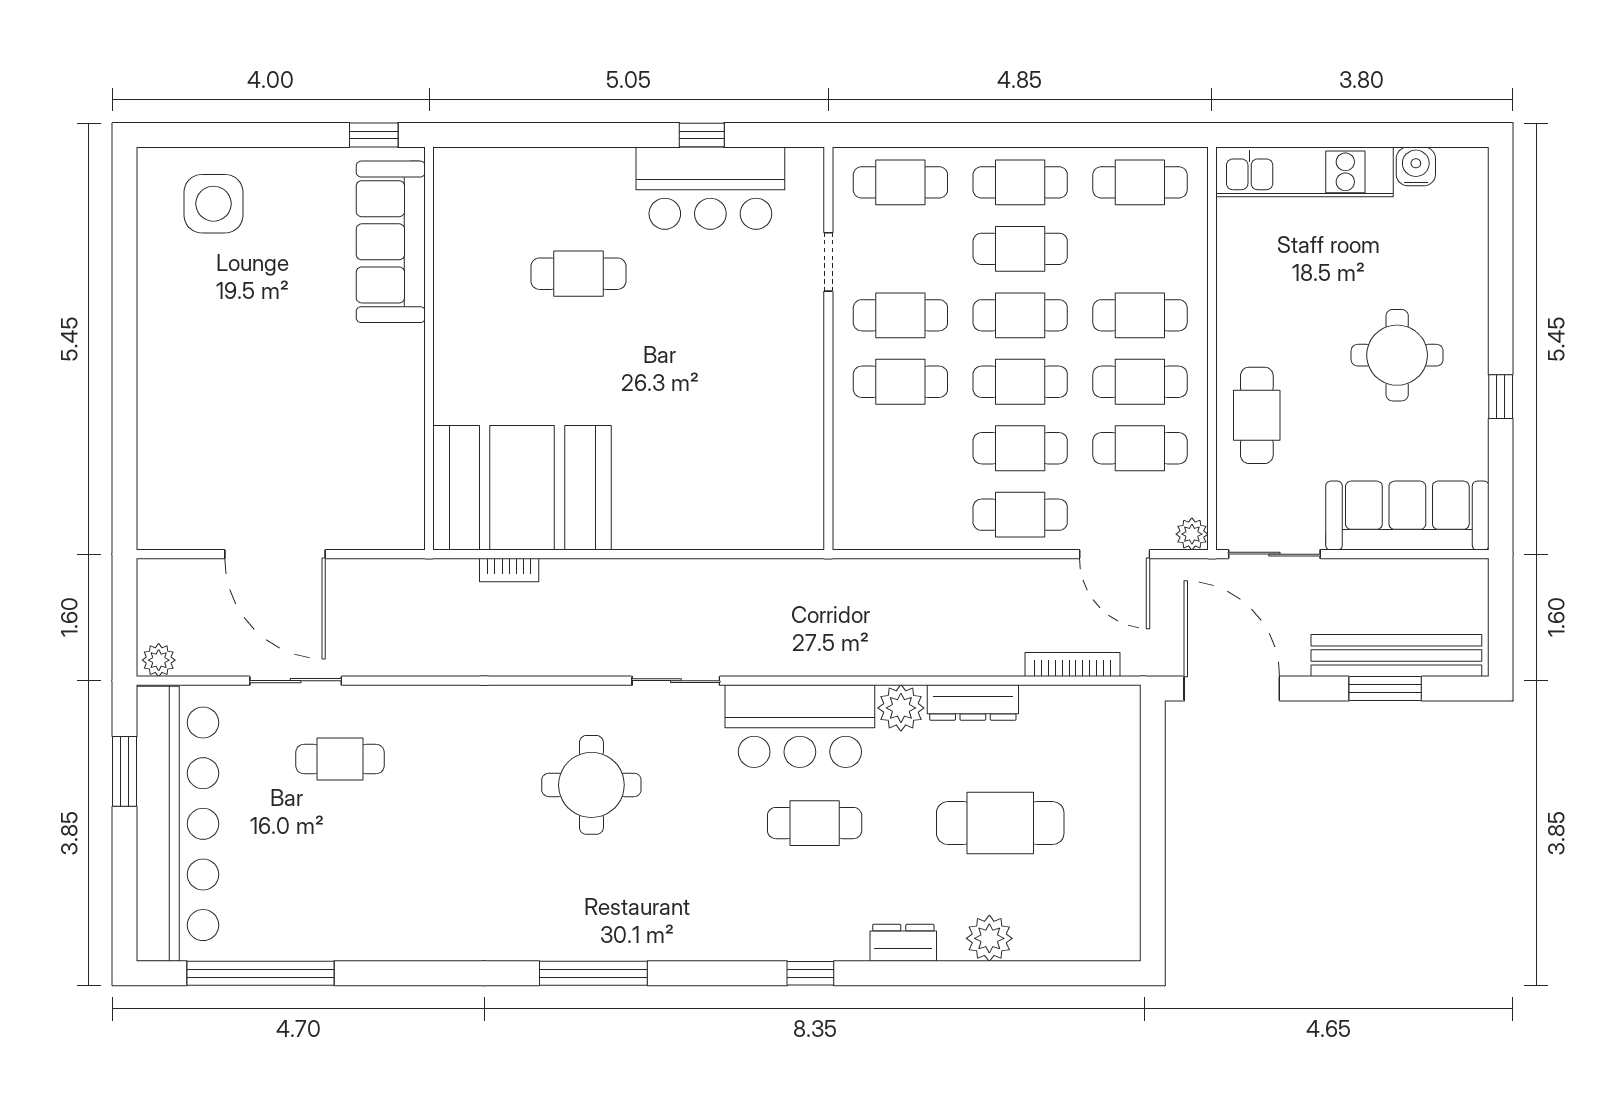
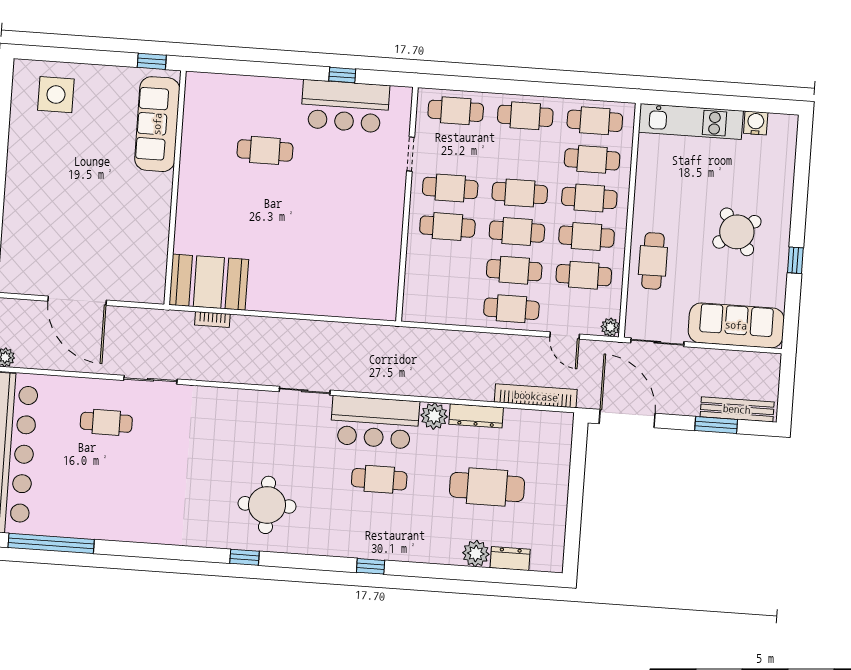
cafe table: (1020, 249) -> (592, 159), moved
round table: (1397, 355) -> (737, 232), turned -34
booth: (522, 488) -> (209, 282), width x0.73, depth x0.70
door: (1115, 554) -> (565, 336), width x0.73
bench: (1396, 656) -> (737, 409), width x0.73, depth x0.82
bookcase: (1072, 665) -> (536, 396), width x1.48, depth x1.31
sliding door: (296, 681) -> (150, 380), moved
round table: (591, 785) -> (267, 505), moved
dresser: (903, 943) -> (510, 559), moved
window: (593, 973) -> (244, 557), width x0.46

